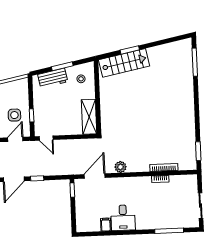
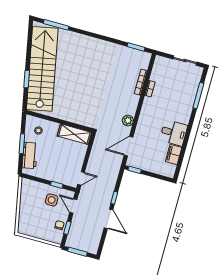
stairs: (124, 63) -> (42, 69), width x1.86, depth x1.51
door: (95, 176) -> (129, 146), hinge flipped
filing cabinet: (106, 225) -> (174, 154), width x2.00

